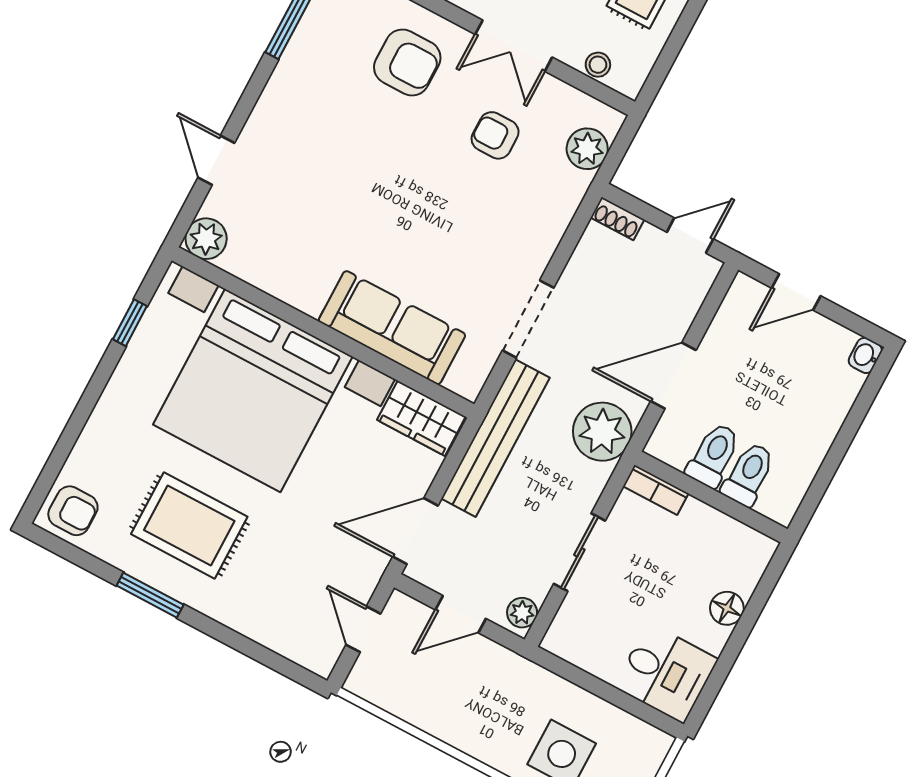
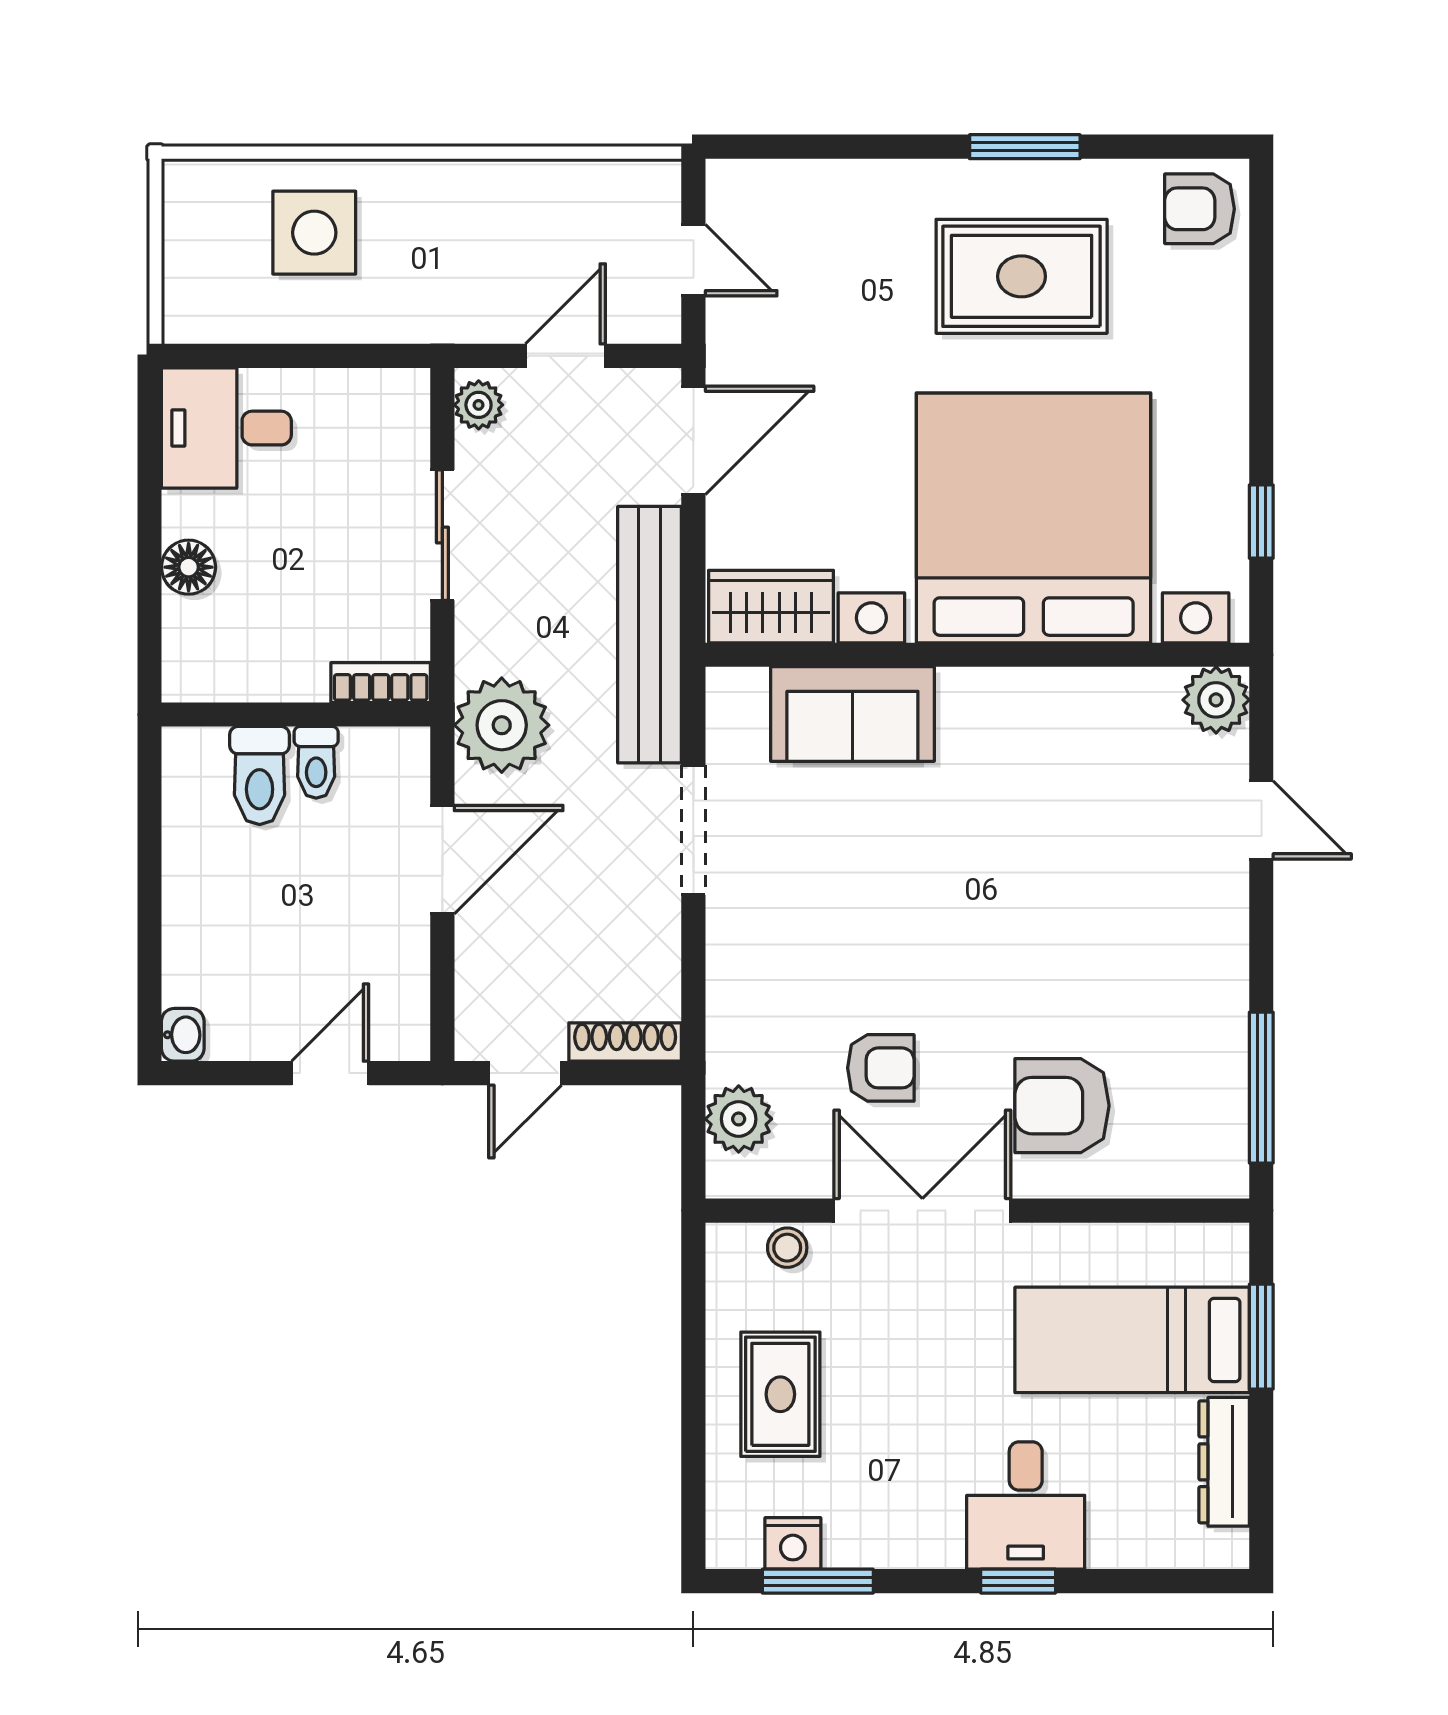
double door: (514, 46) -> (922, 1211), width x1.37
shoe rack: (617, 219) -> (625, 1042), width x1.43
sofa: (392, 328) -> (852, 714), width x0.73
toilet: (713, 455) -> (316, 762), width x0.73, depth x0.72

